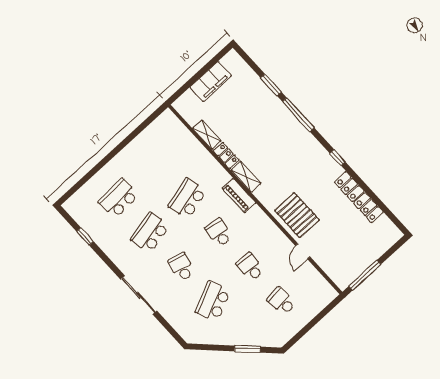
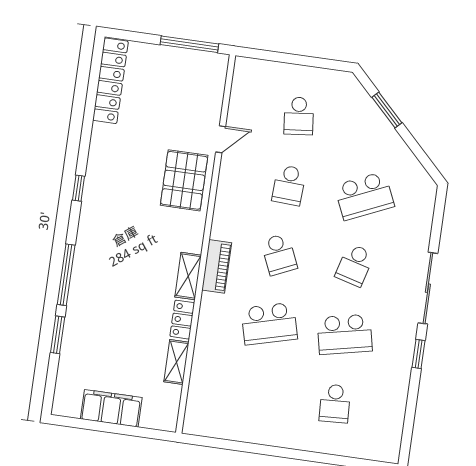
locker: (359, 197) -> (110, 81), moved
school desk: (119, 198) -> (335, 404), width x0.54
school desk: (219, 233) -> (279, 254), turned -33
window: (85, 236) -> (419, 354), moved

